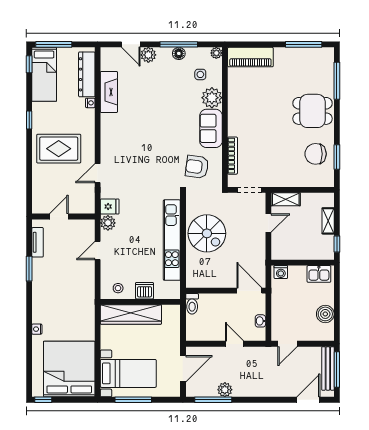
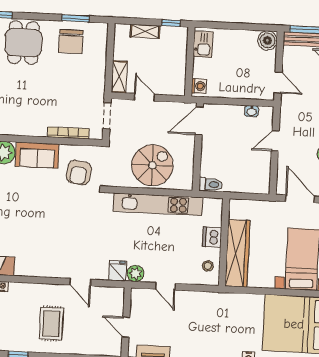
rug: (59, 149) -> (51, 324), width x0.73, depth x0.70
wall: (226, 291) -> (198, 147), moved
door: (249, 291) -> (199, 121), moved
toilet: (192, 304) -> (211, 184), moved
boiler: (325, 314) -> (267, 40), moved

